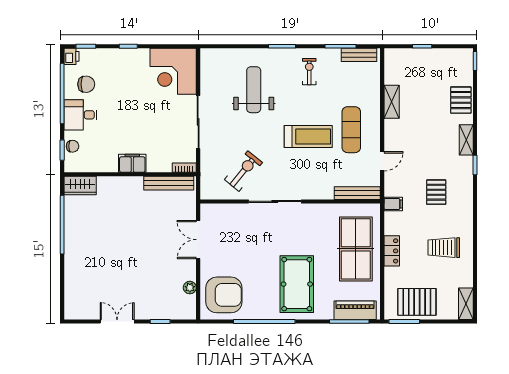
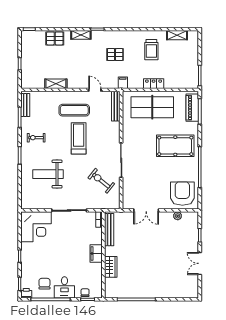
wardrobe: (80, 185) -> (111, 267), moved
pallet: (417, 302) -> (187, 67), removed
shelving: (466, 304) -> (177, 35), moved

